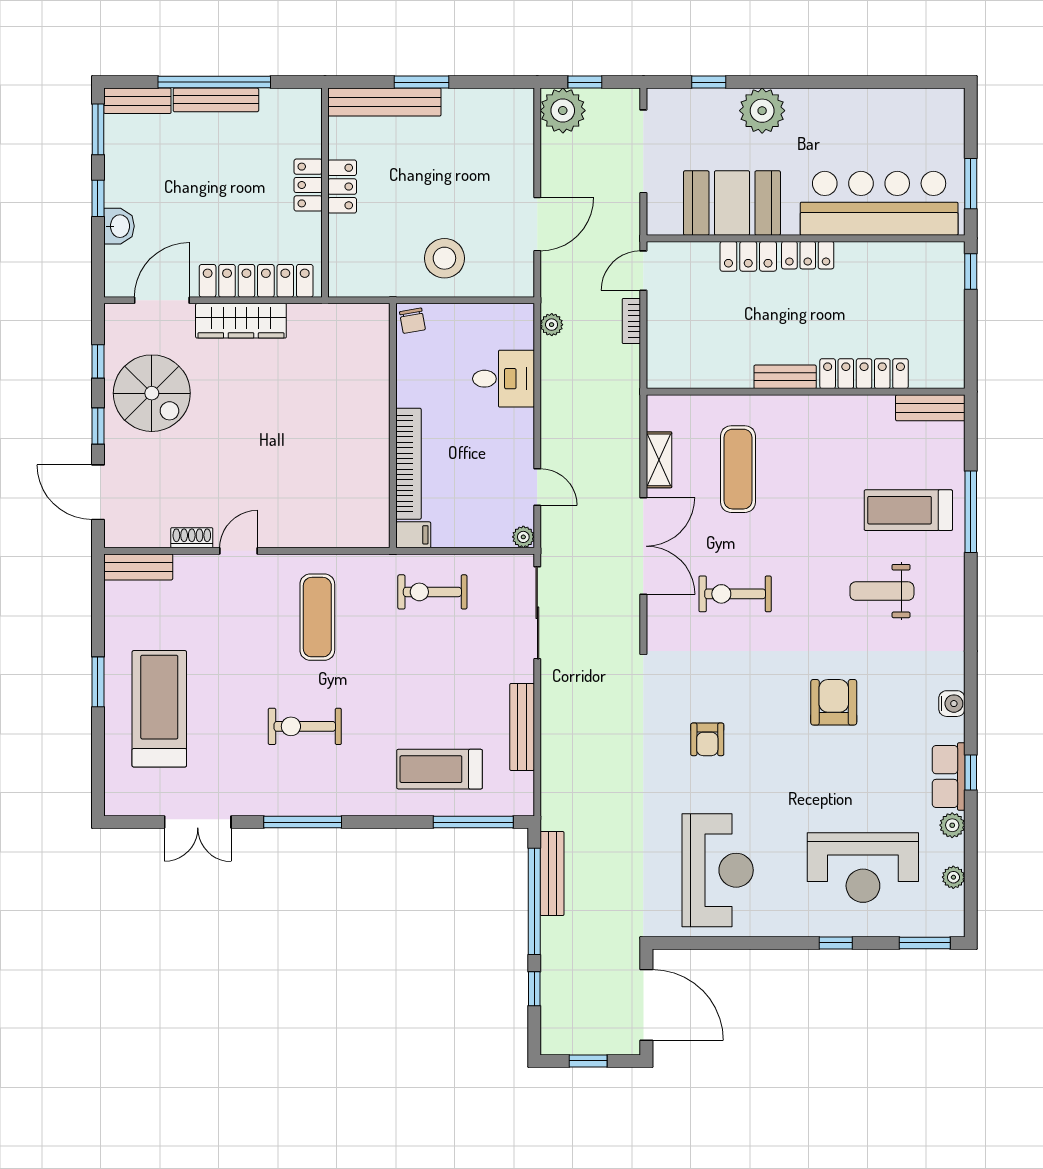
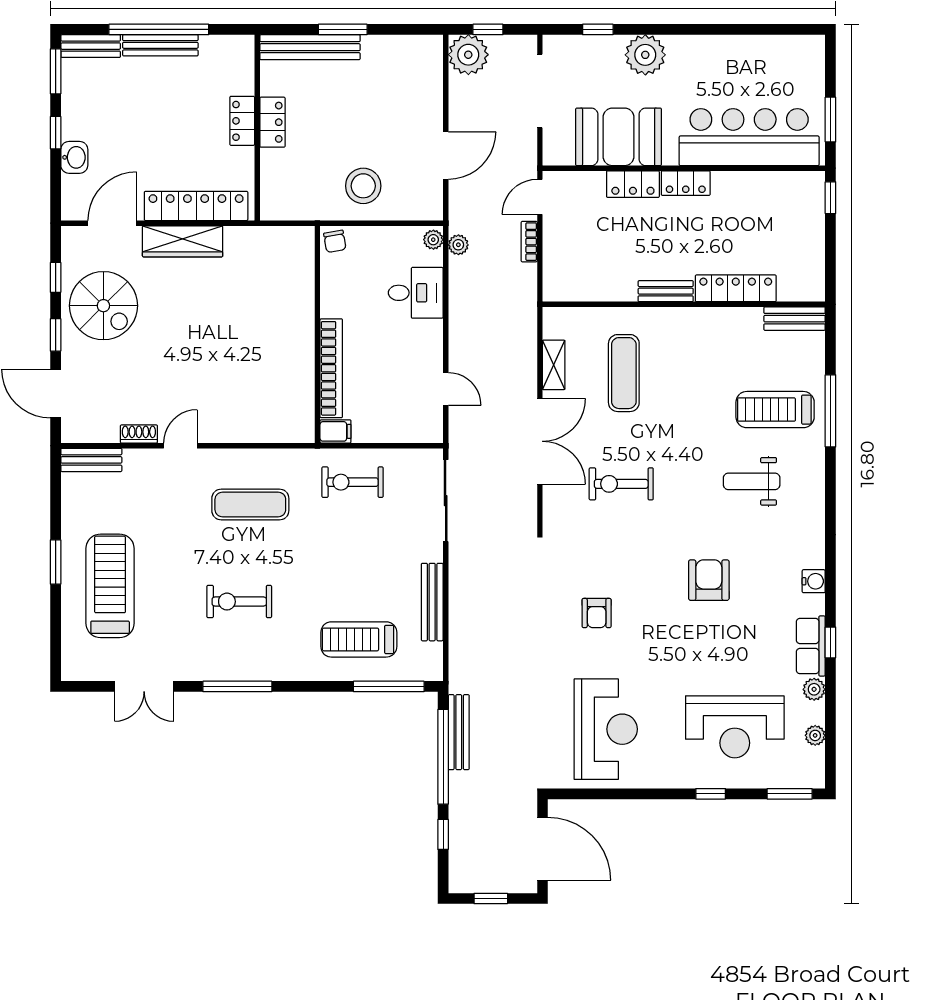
plant: (523, 537) -> (433, 240), moved
exercise mat: (317, 617) -> (250, 504), turned 90

